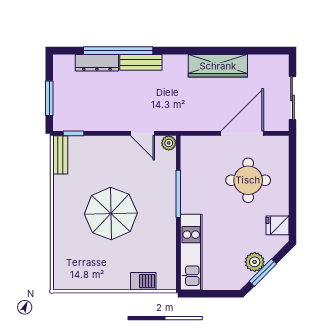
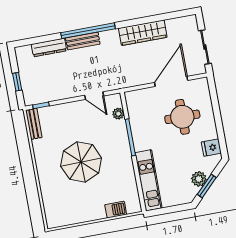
window: (118, 51) -> (88, 31), moved
window: (49, 98) -> (17, 82), width x0.67
plant: (169, 143) -> (118, 114), moved

